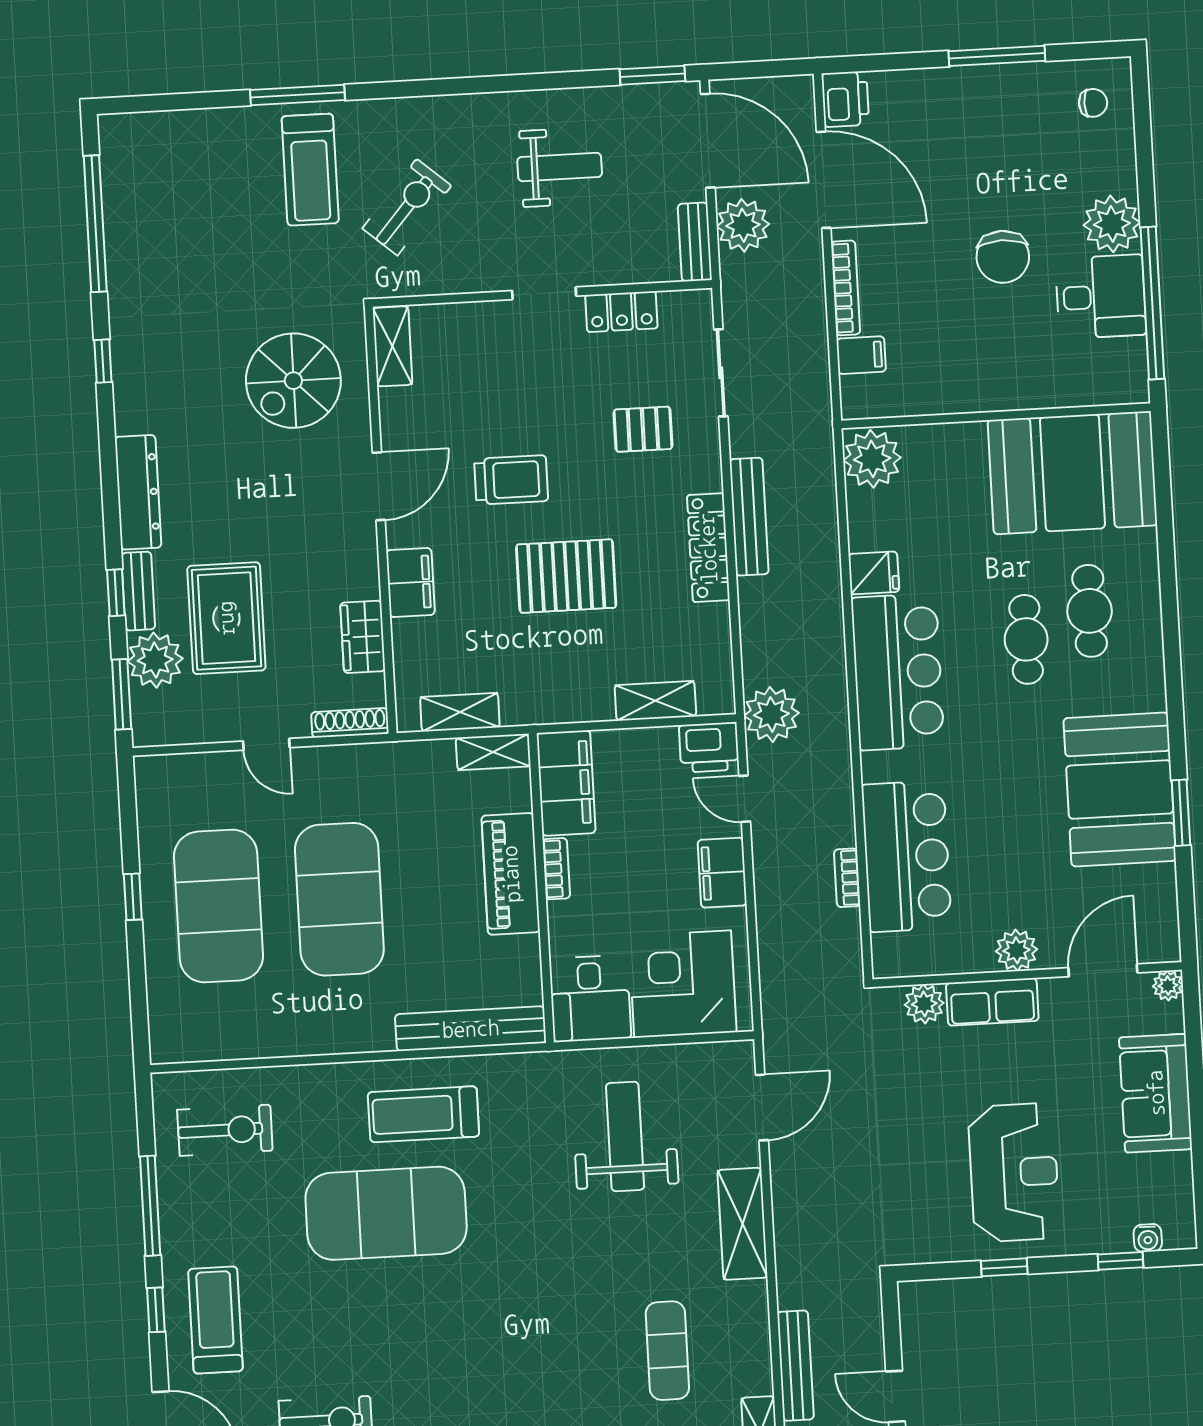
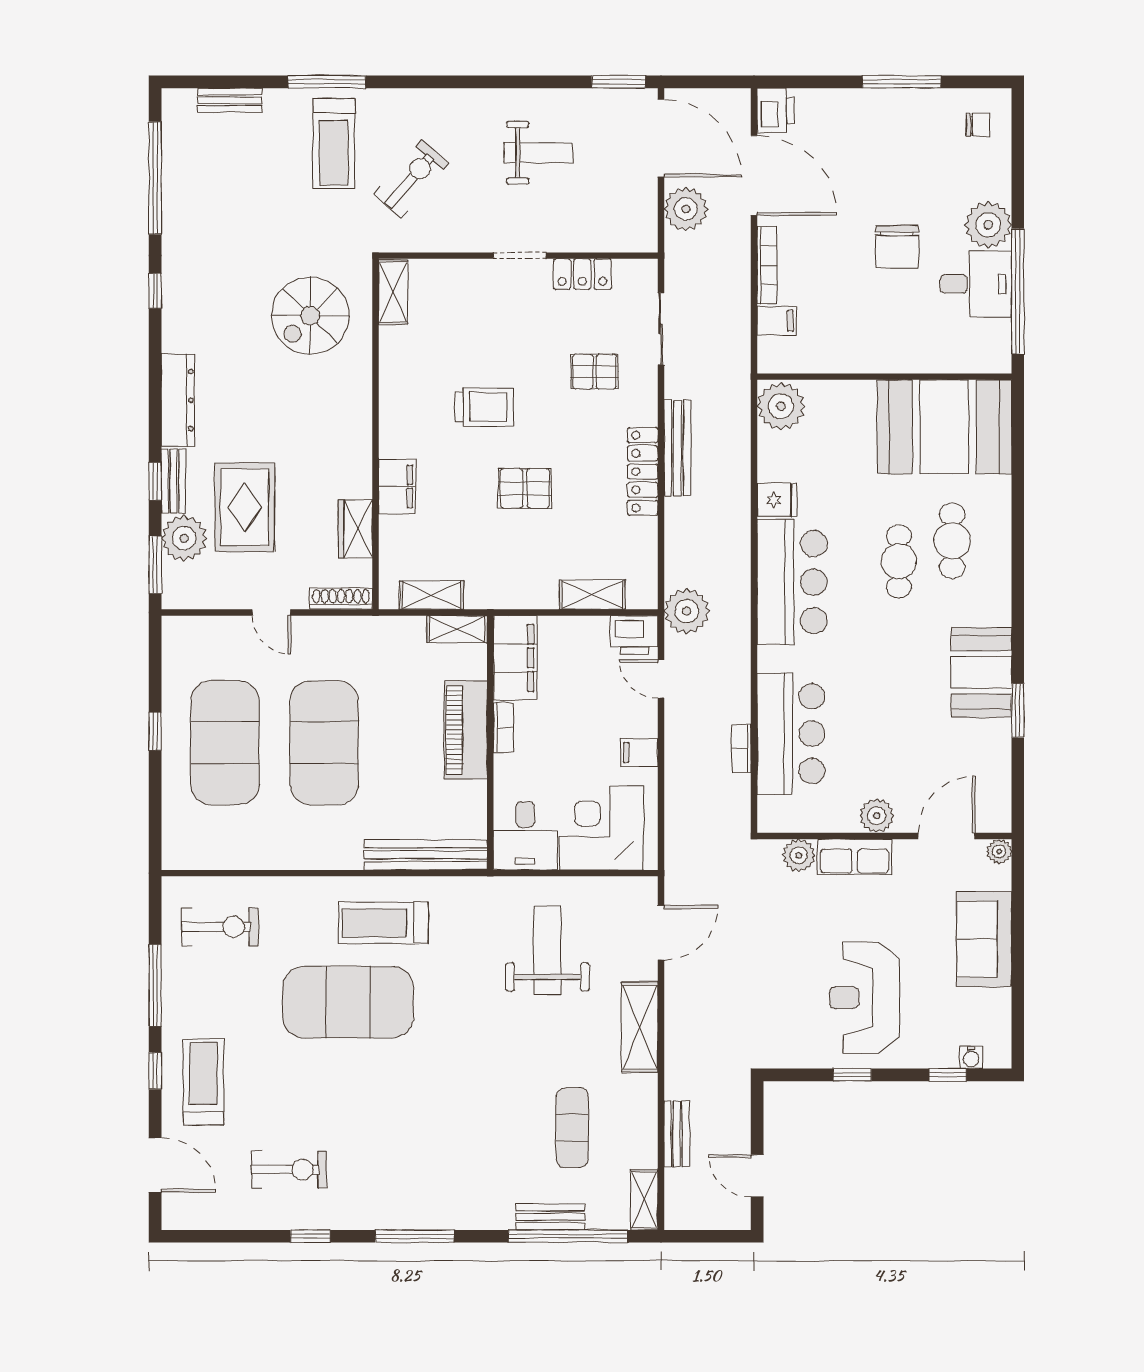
bench: (695, 242) -> (230, 100), moved, turned 90
door: (379, 486) -> (375, 406), removed
pallet: (566, 576) -> (525, 488), width x0.67, depth x0.71
booth: (1120, 790) -> (981, 672), width x0.73, depth x0.70
filing cabinet: (722, 873) -> (639, 753), width x0.50
reception desk: (1014, 1172) -> (865, 998), turned 180
bench: (795, 1366) -> (677, 1134), width x0.73

